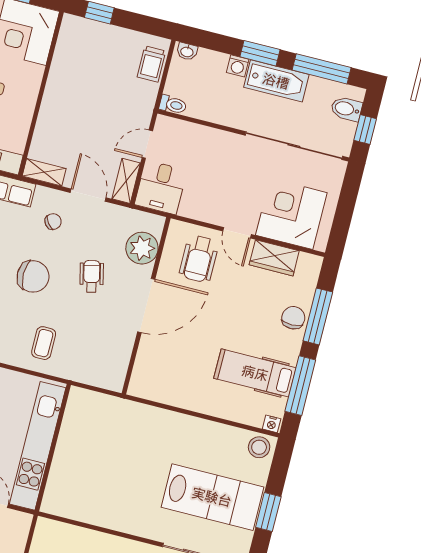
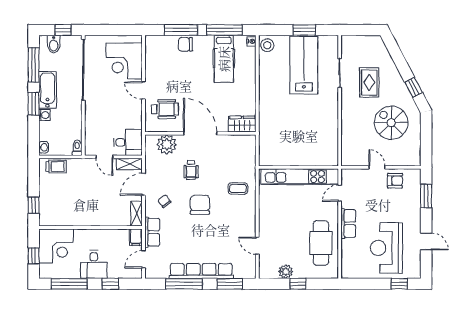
door: (237, 233) -> (143, 90), swing flipped
wardrobe: (274, 258) -> (242, 124), moved, turned -90
wheelchair: (92, 276) -> (191, 170), turned -77

